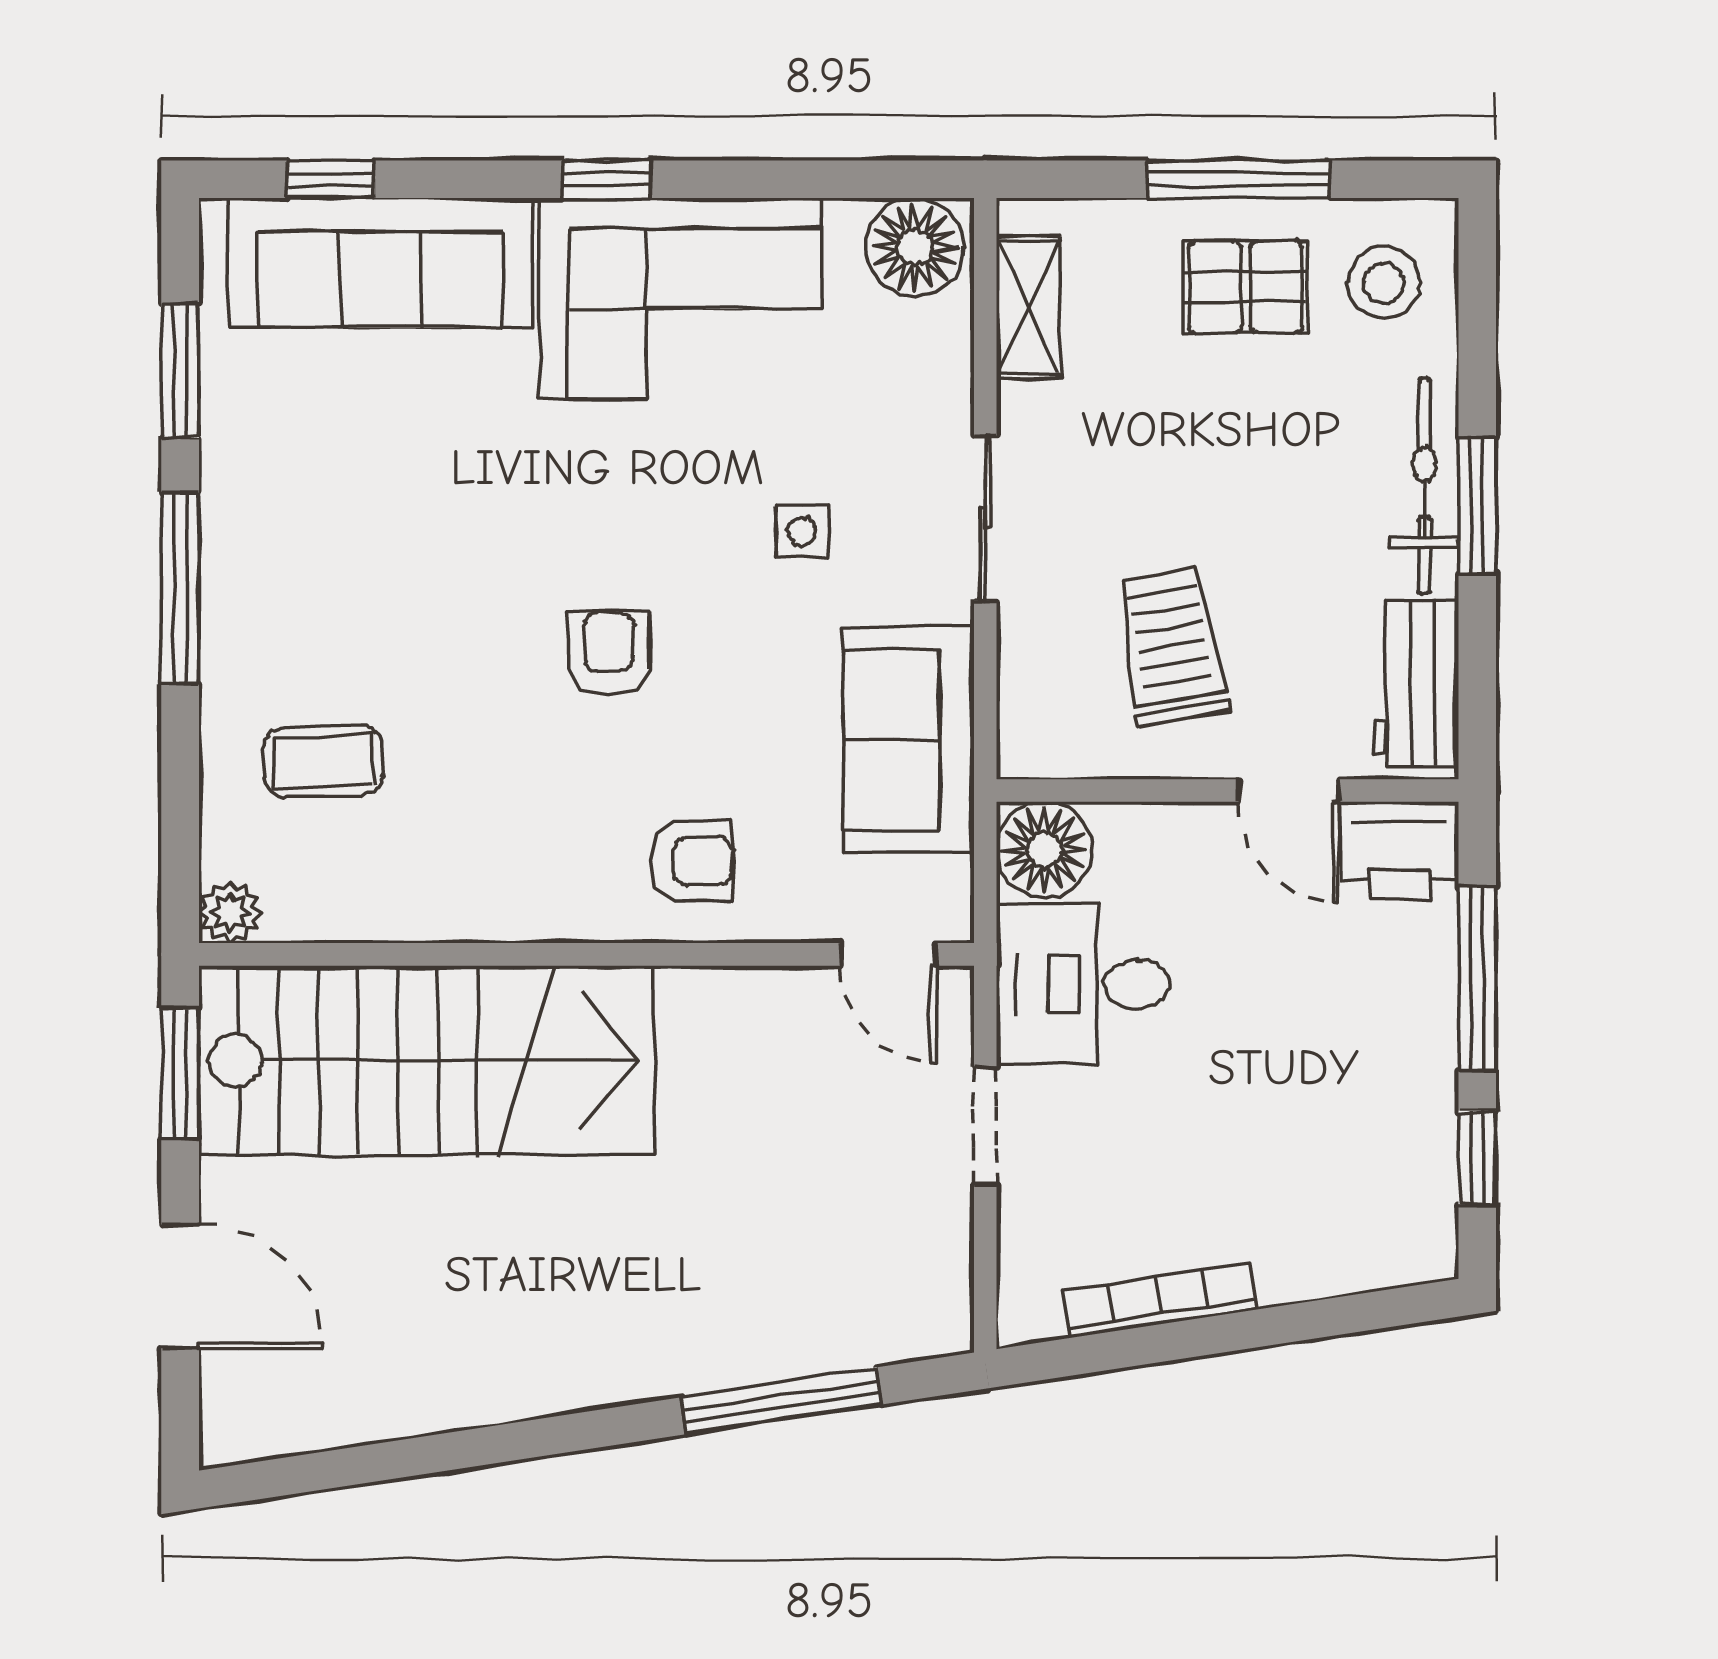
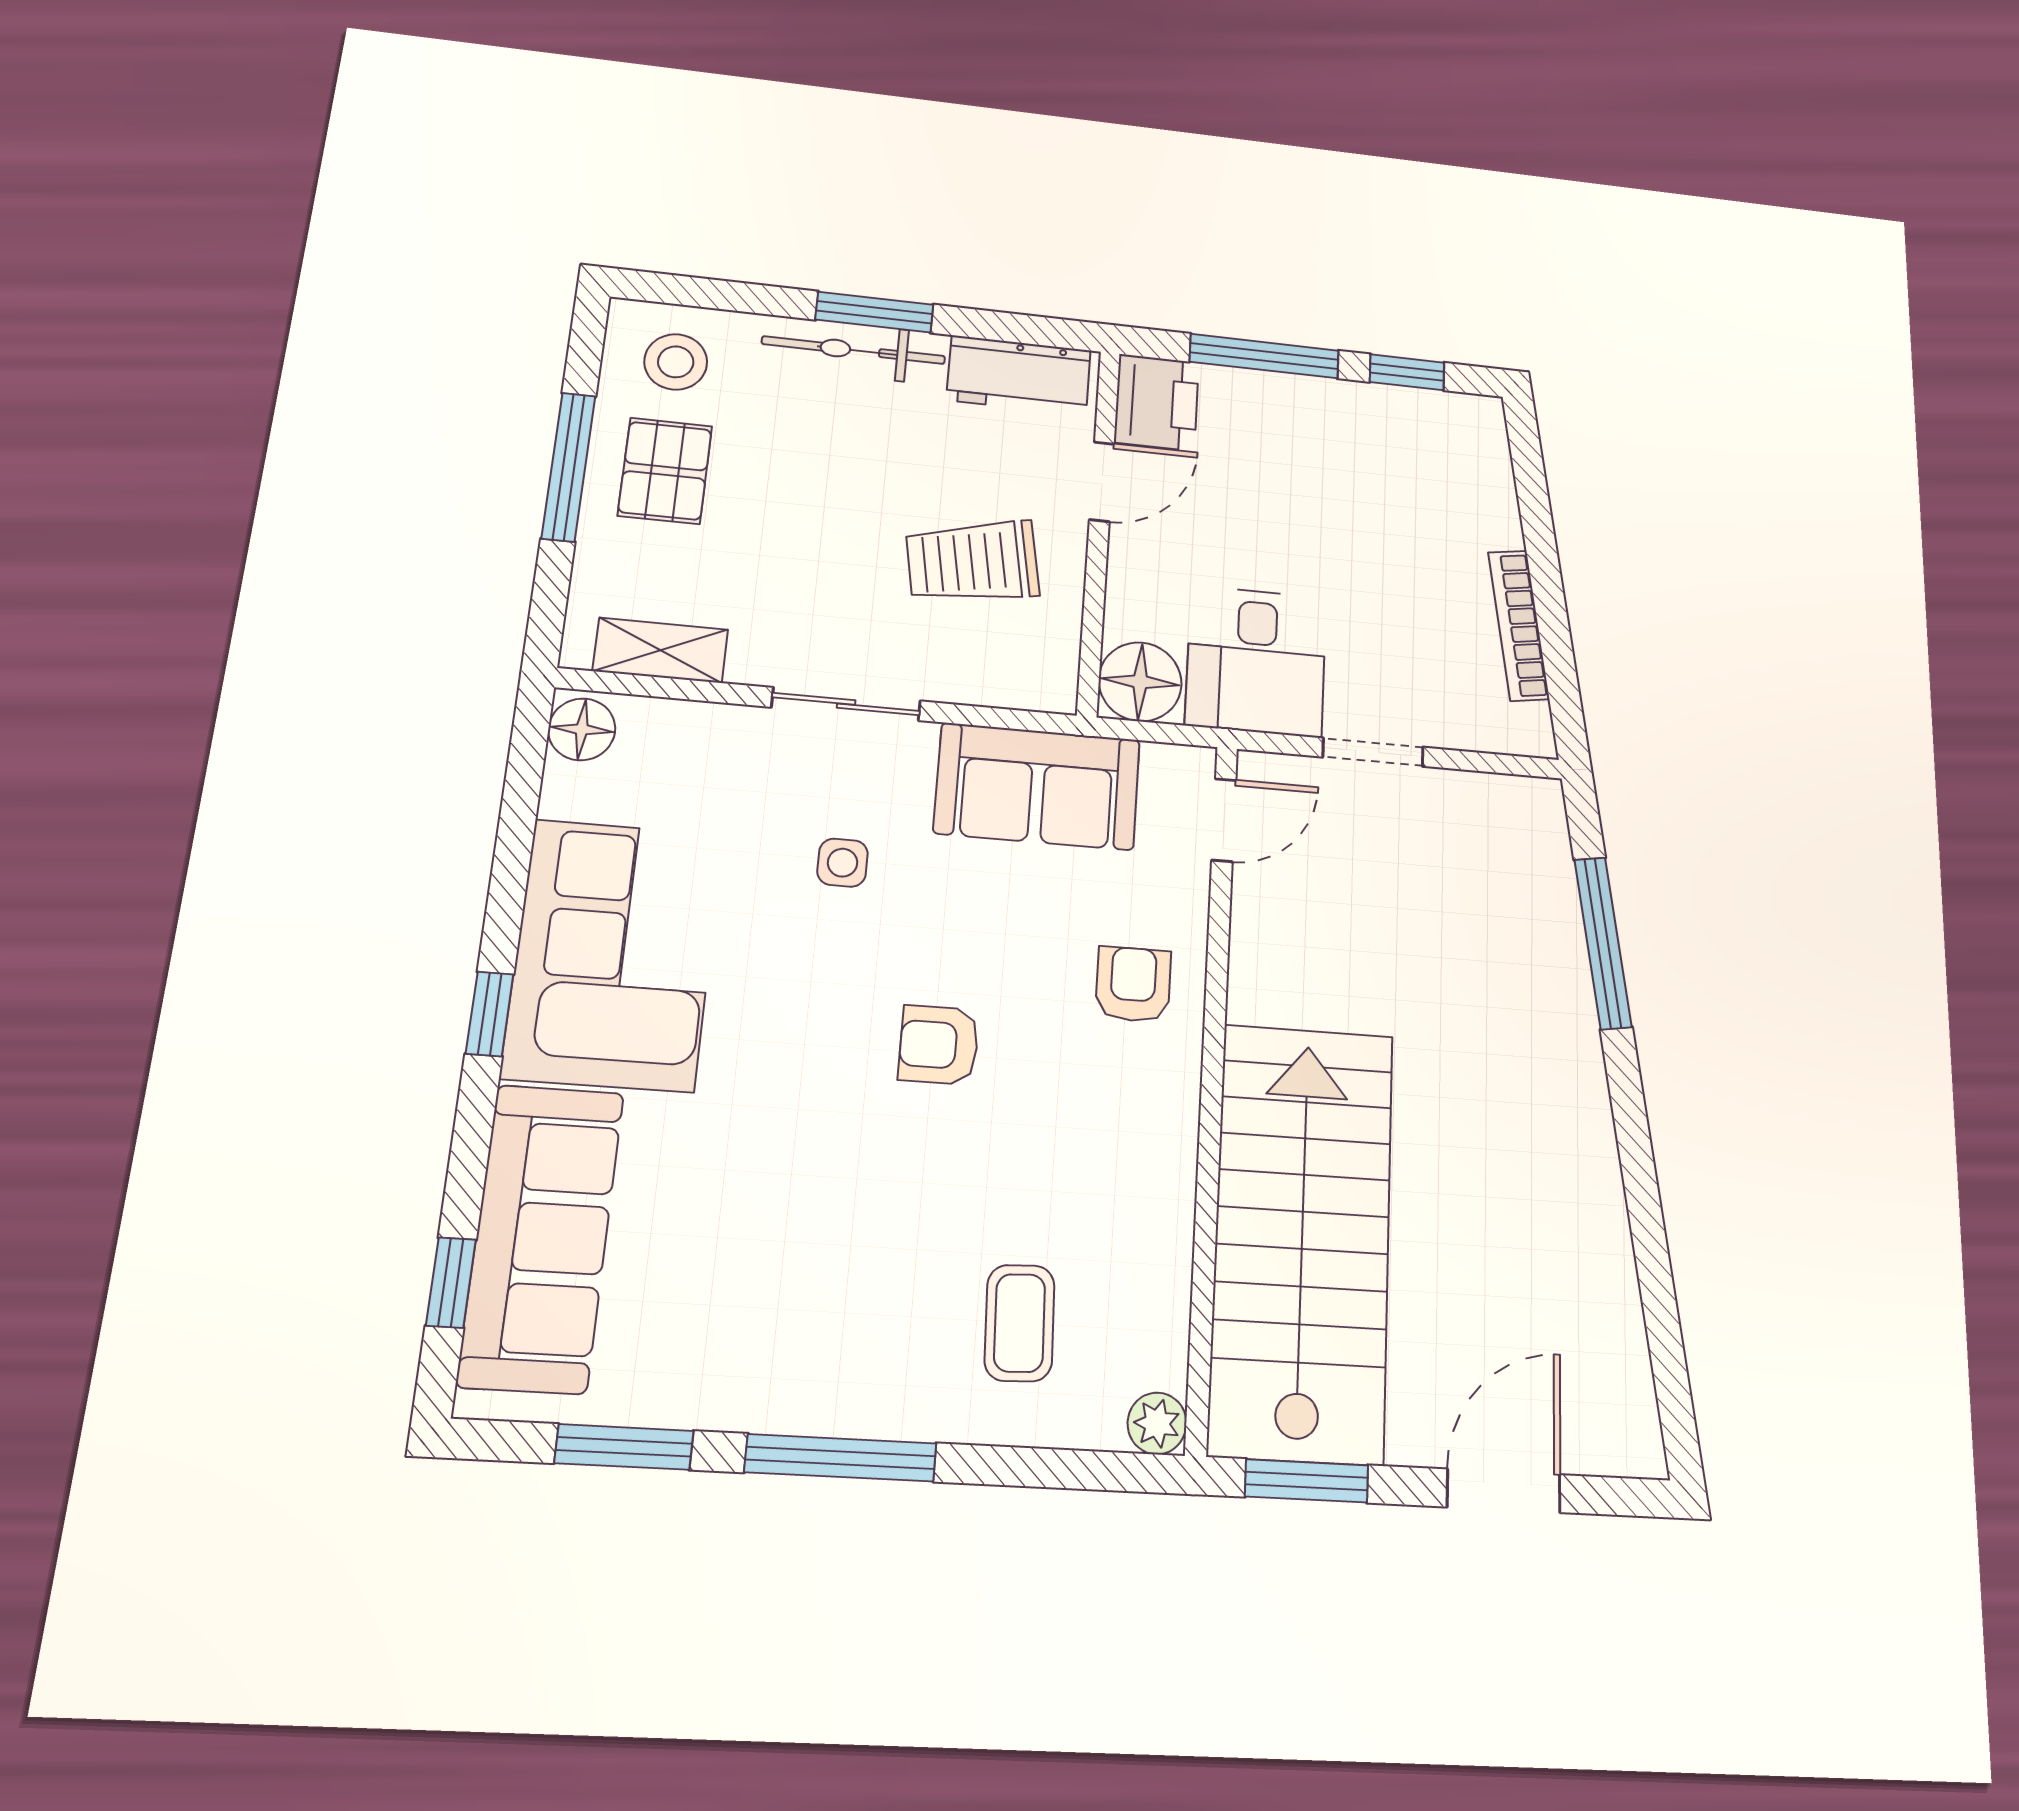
floor lamp: (915, 247) -> (582, 729), width x0.73, depth x0.73

